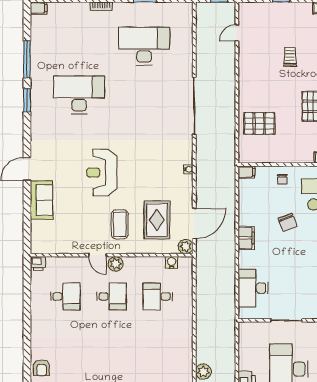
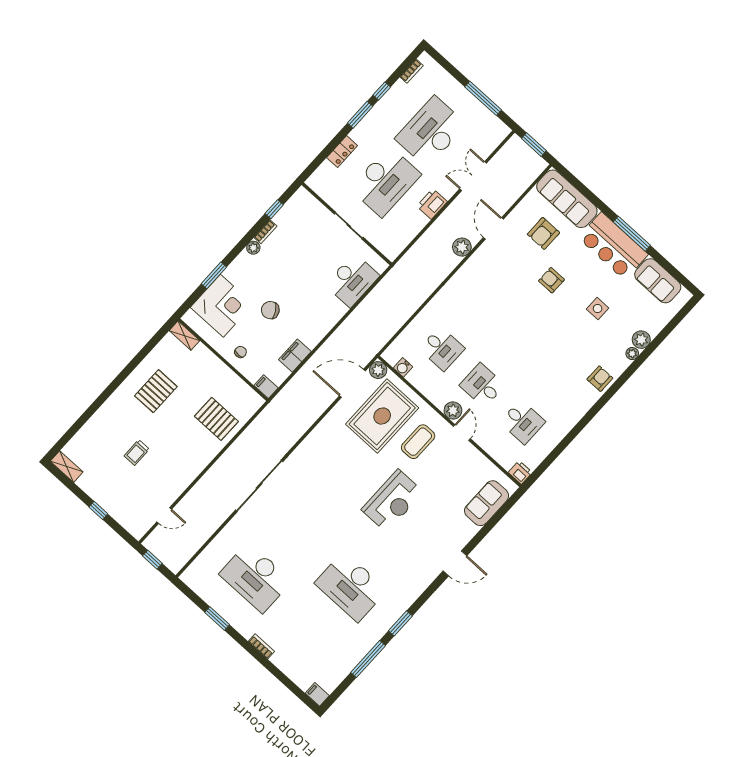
water cooler: (188, 169) -> (315, 435), removed
sofa: (41, 200) -> (487, 503), moved
rug: (157, 220) -> (382, 416), width x1.37, depth x1.44
chair: (288, 223) -> (270, 310), turned -99
filing cabinet: (246, 238) -> (295, 356), moved
desk: (65, 296) -> (523, 422), turned 180

